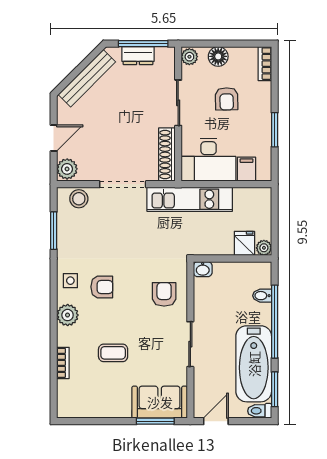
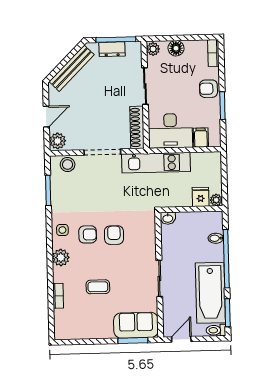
armchair: (227, 99) -> (208, 89), moved, turned 91
armchair: (164, 294) -> (114, 235), moved

